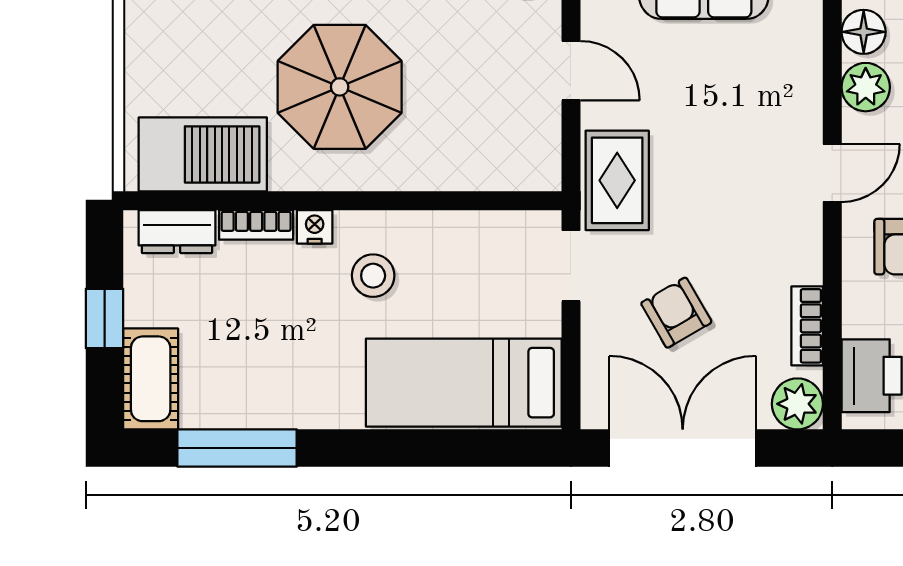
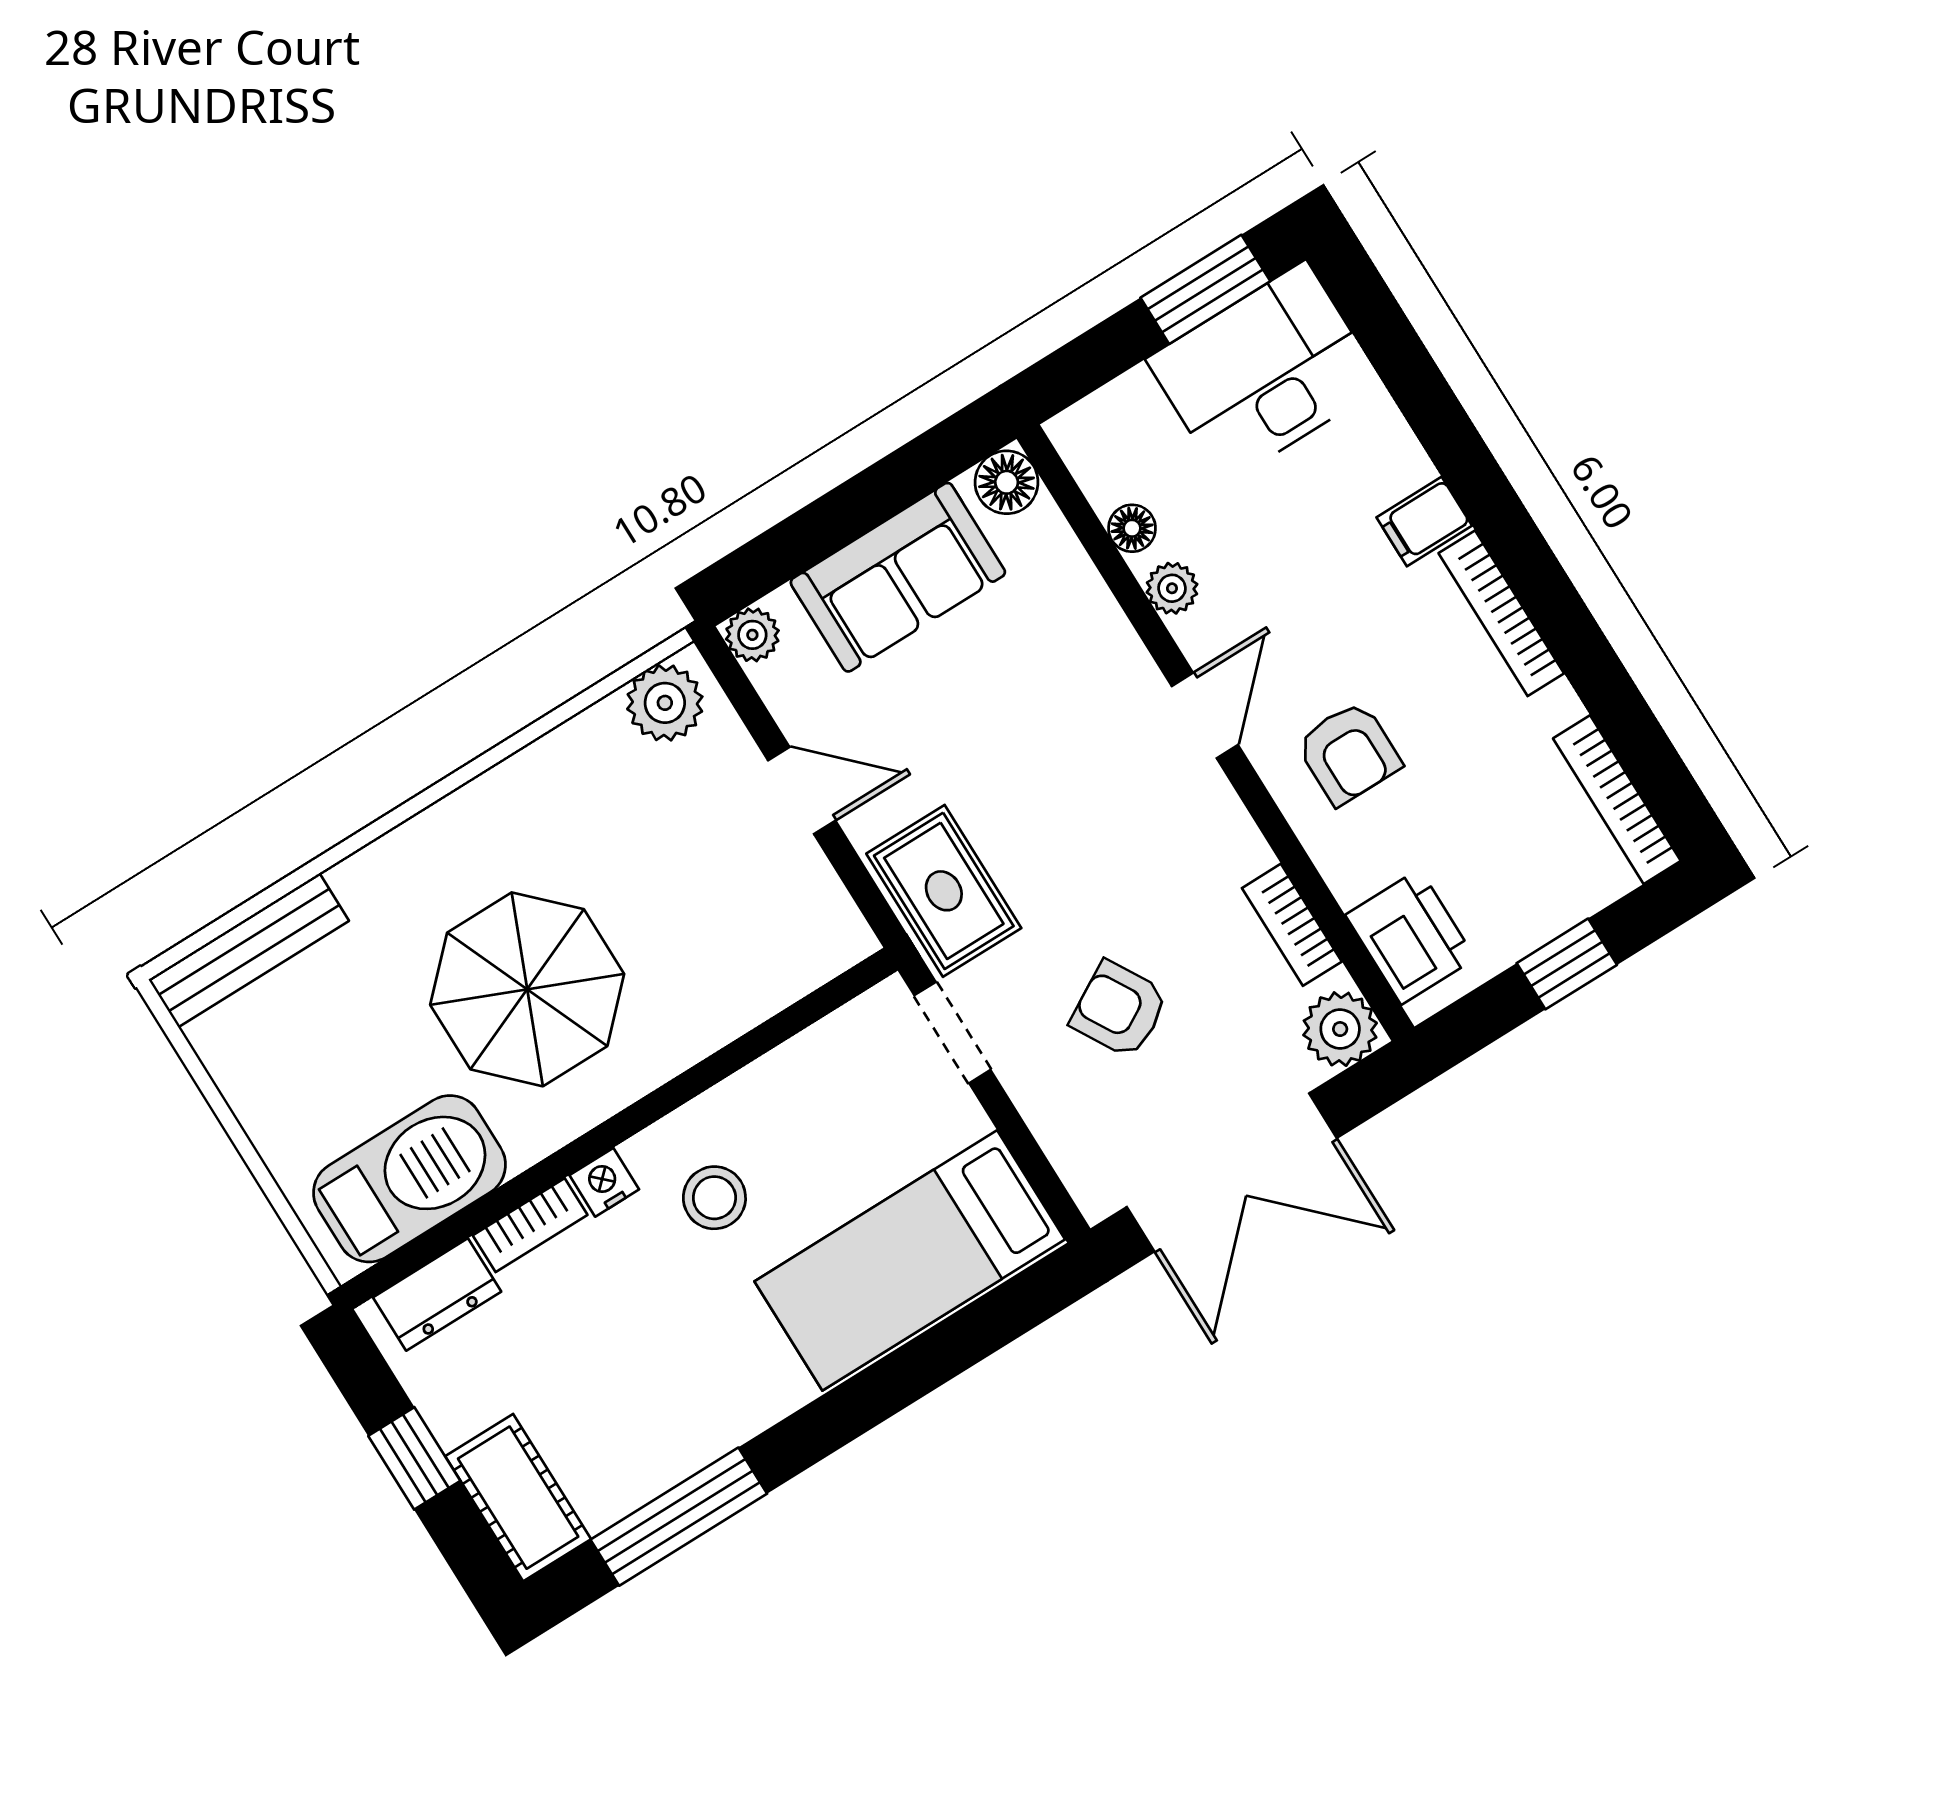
floor lamp: (864, 32) -> (1132, 528), width x0.73, depth x0.73
plant: (866, 87) -> (1172, 588), width x0.73, depth x0.73
double door: (683, 448) -> (1232, 1172), swing flipped

